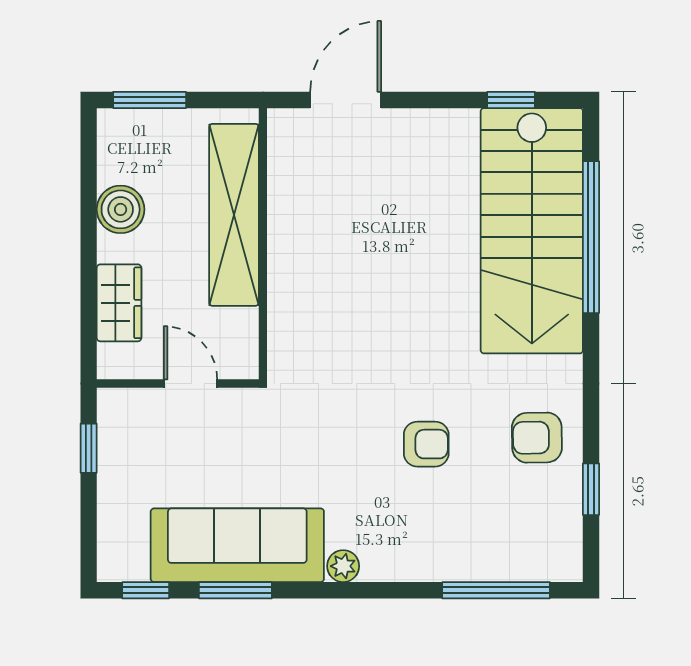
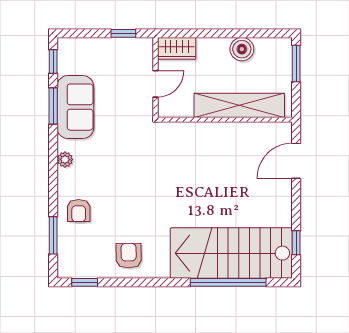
door: (346, 100) -> (296, 161), swing flipped
wardrobe: (119, 303) -> (177, 48), moved
armchair: (426, 444) -> (79, 211), moved
window: (591, 489) -> (85, 282), moved
sofa: (237, 545) -> (75, 107), width x0.73
window: (496, 590) -> (53, 235), width x0.69

